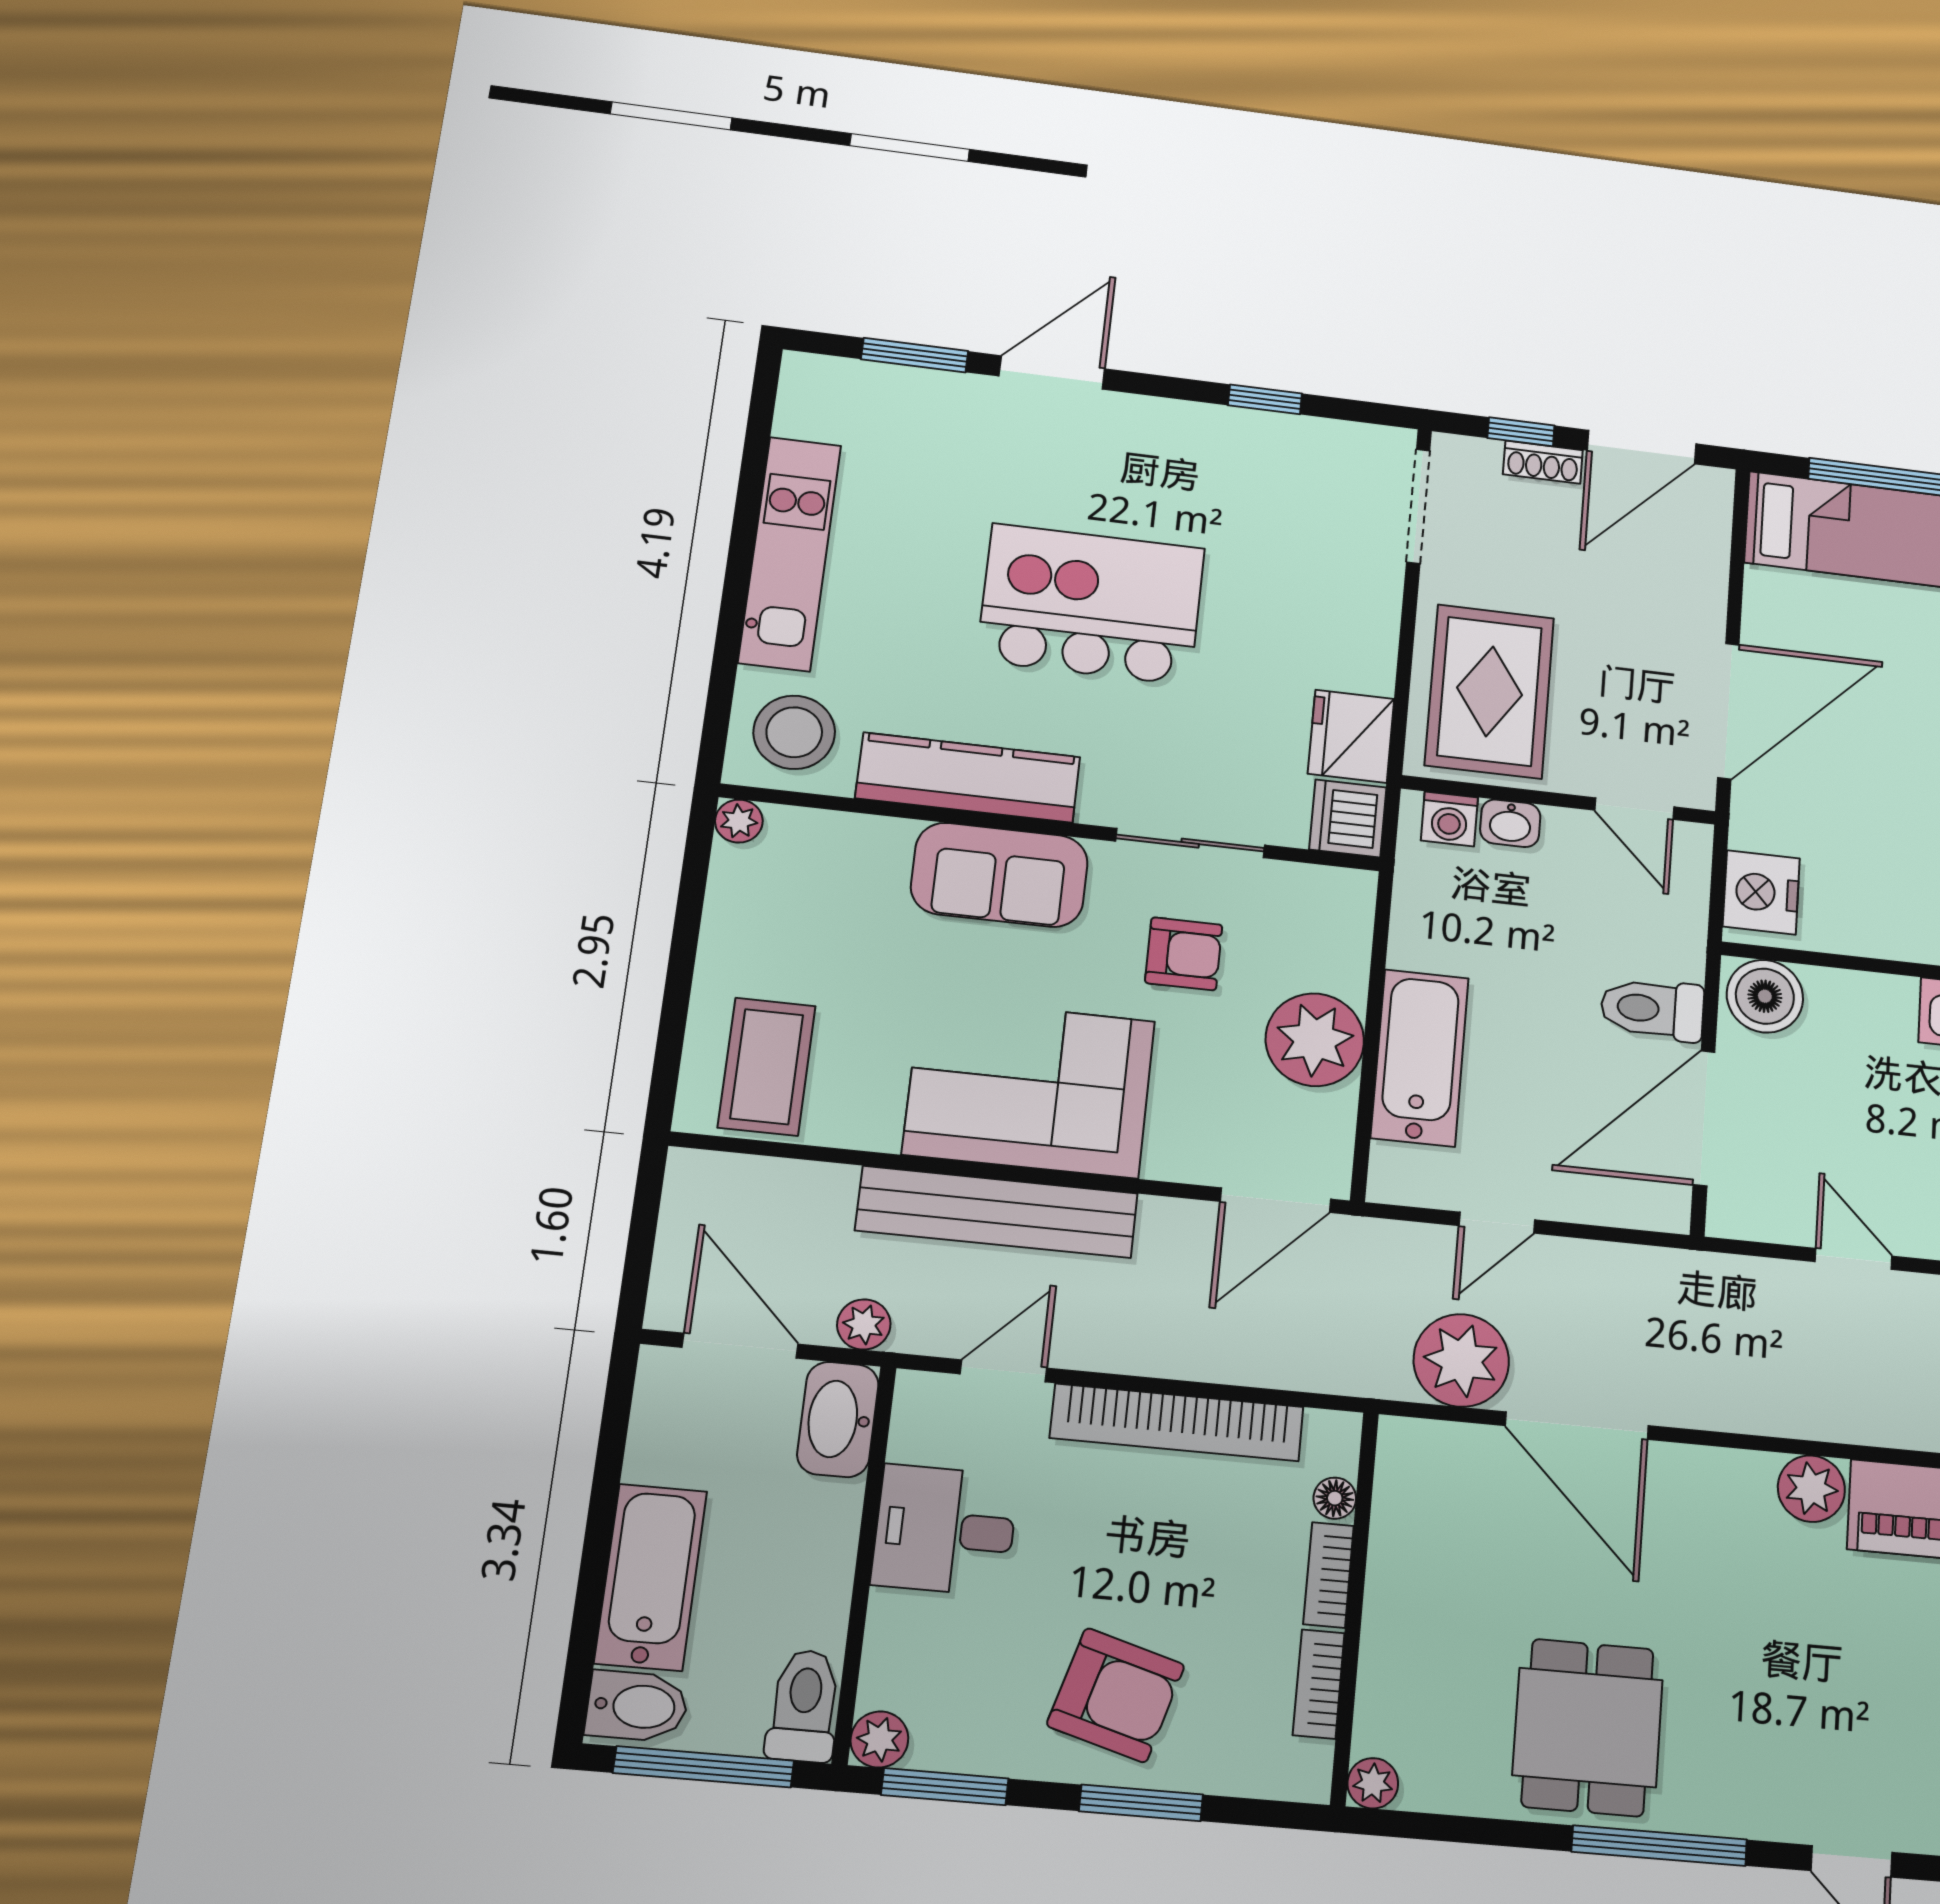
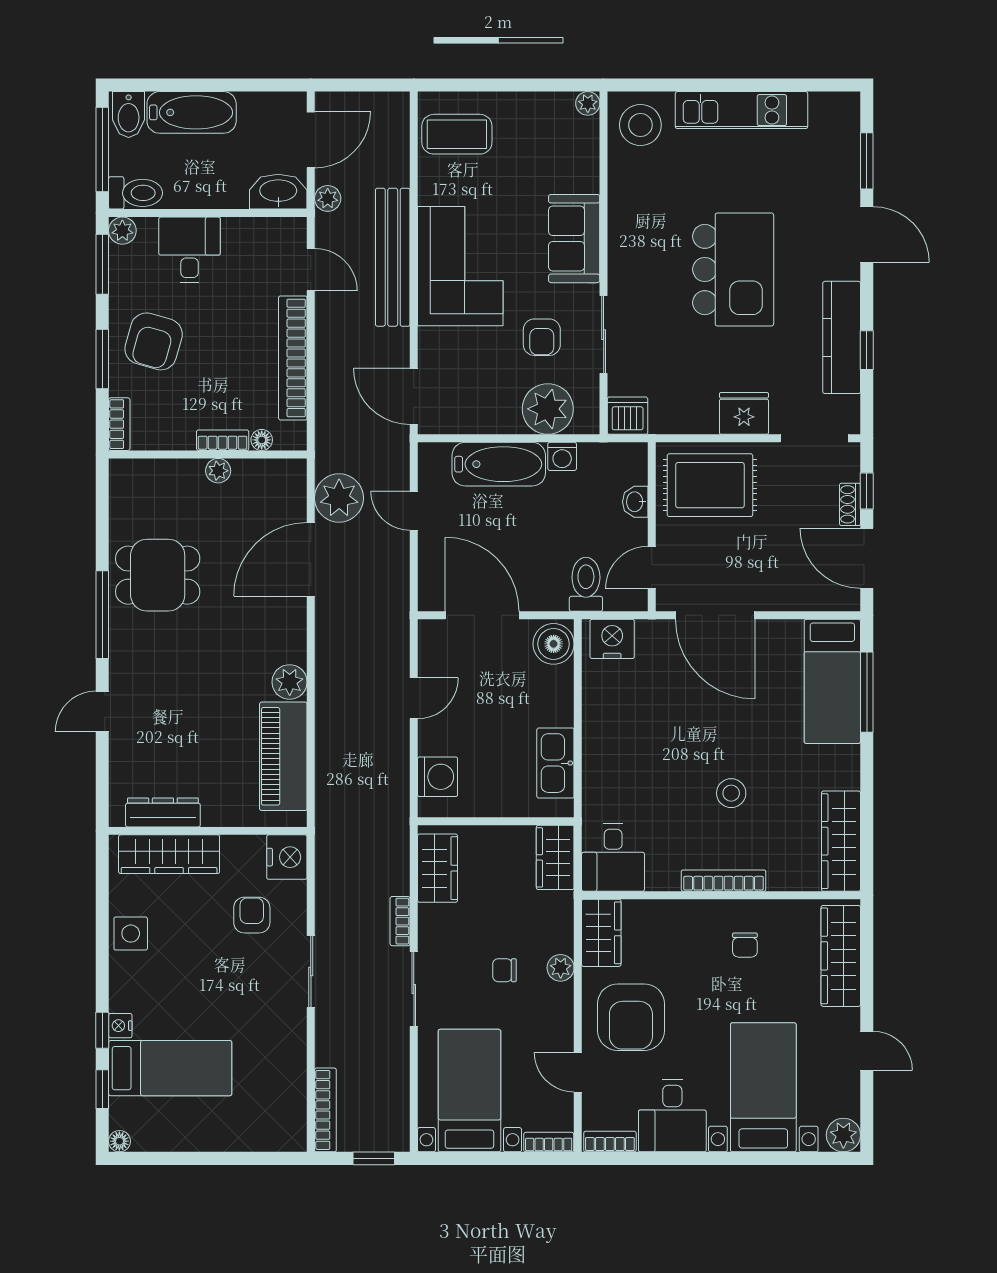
fridge: (1351, 736) -> (744, 413), moved
kitchen counter: (968, 778) -> (842, 337), moved, turned 180
washing machine: (1449, 819) -> (562, 456), moved, turned -90
toilet: (1652, 1009) -> (586, 584), moved
plant: (1315, 1040) -> (548, 409), moved
desk: (945, 1530) -> (190, 250), moved
bookcase: (1319, 1684) -> (119, 424), moved, turned 90
plant: (1373, 1783) -> (218, 471), moved

